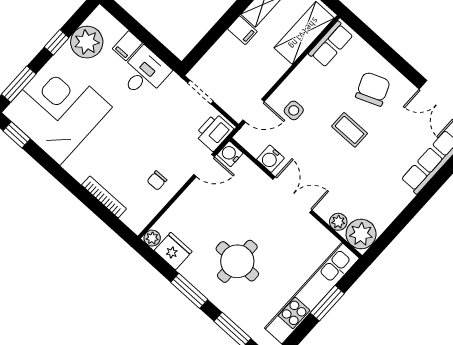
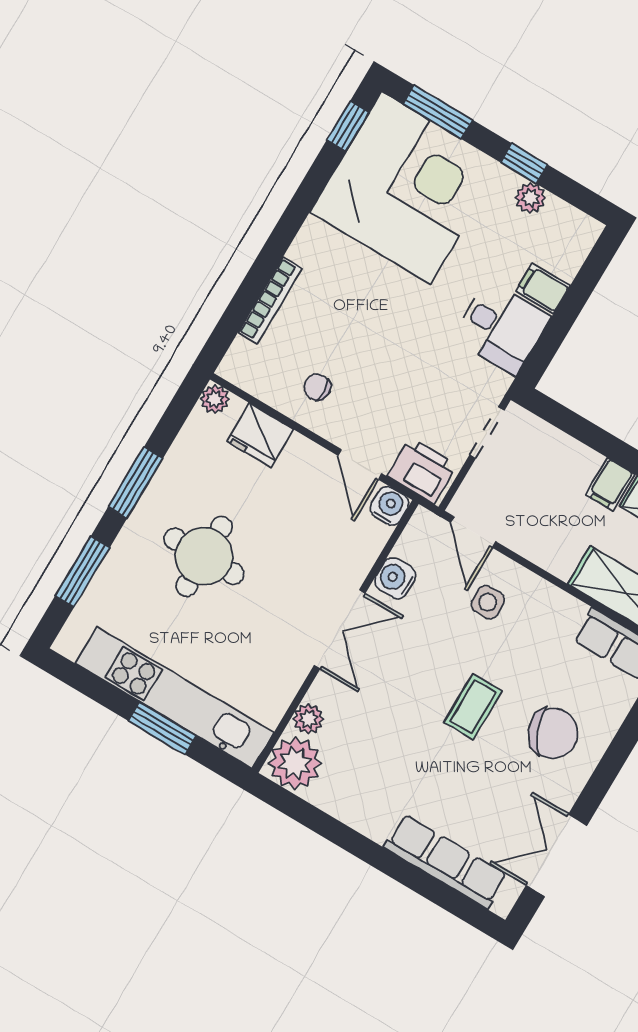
plant: (87, 42) -> (530, 198), width x0.53, depth x0.53
fridge: (173, 251) -> (260, 435), moved, turned 90

